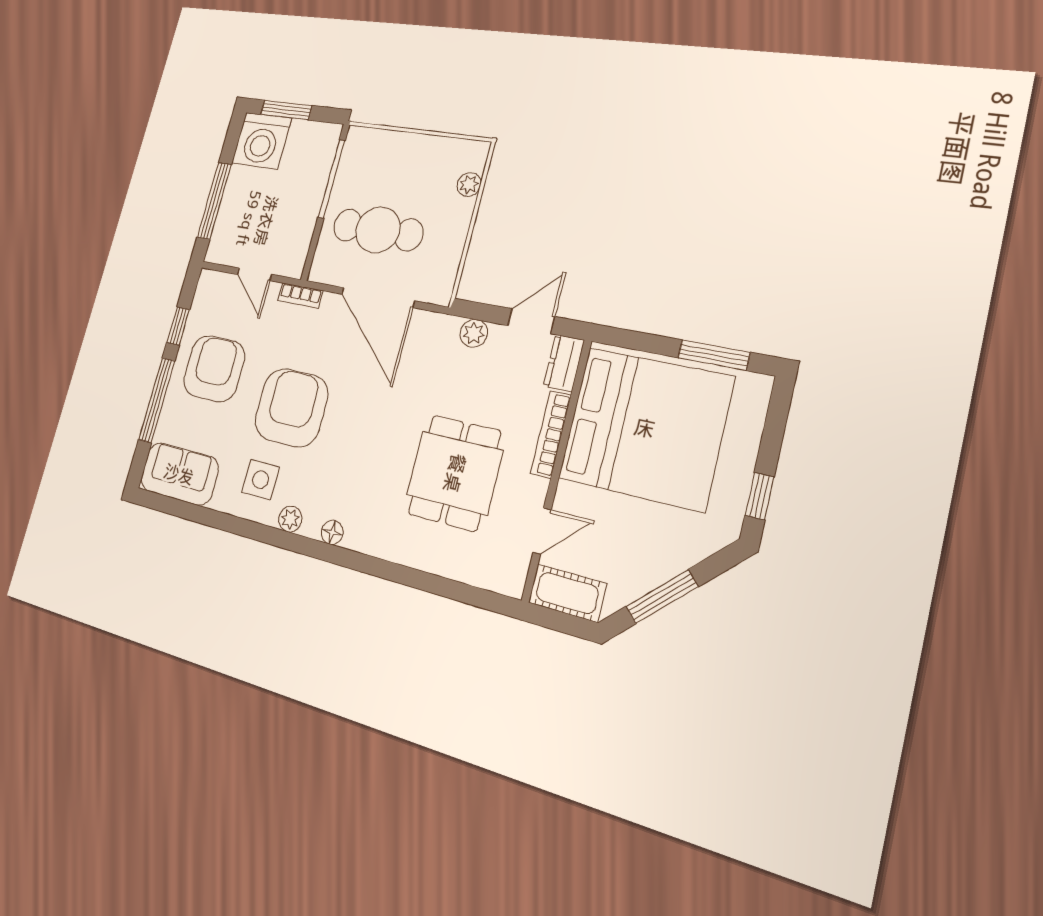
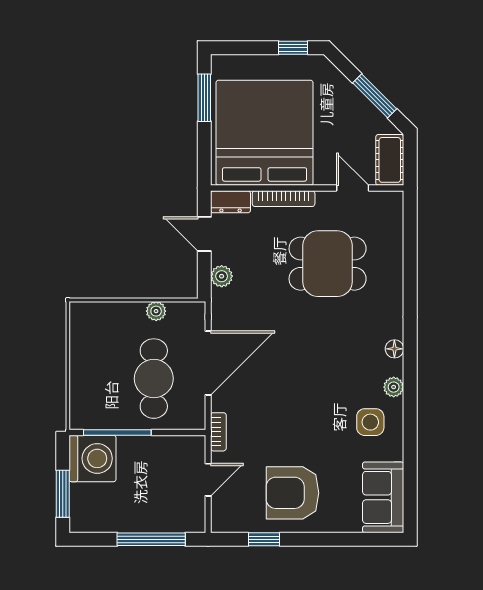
washing machine: (261, 141) -> (93, 458), moved
plant: (469, 185) -> (156, 311), moved
window: (157, 400) -> (329, 539), removed
armchair: (291, 408) -> (309, 412), removed

